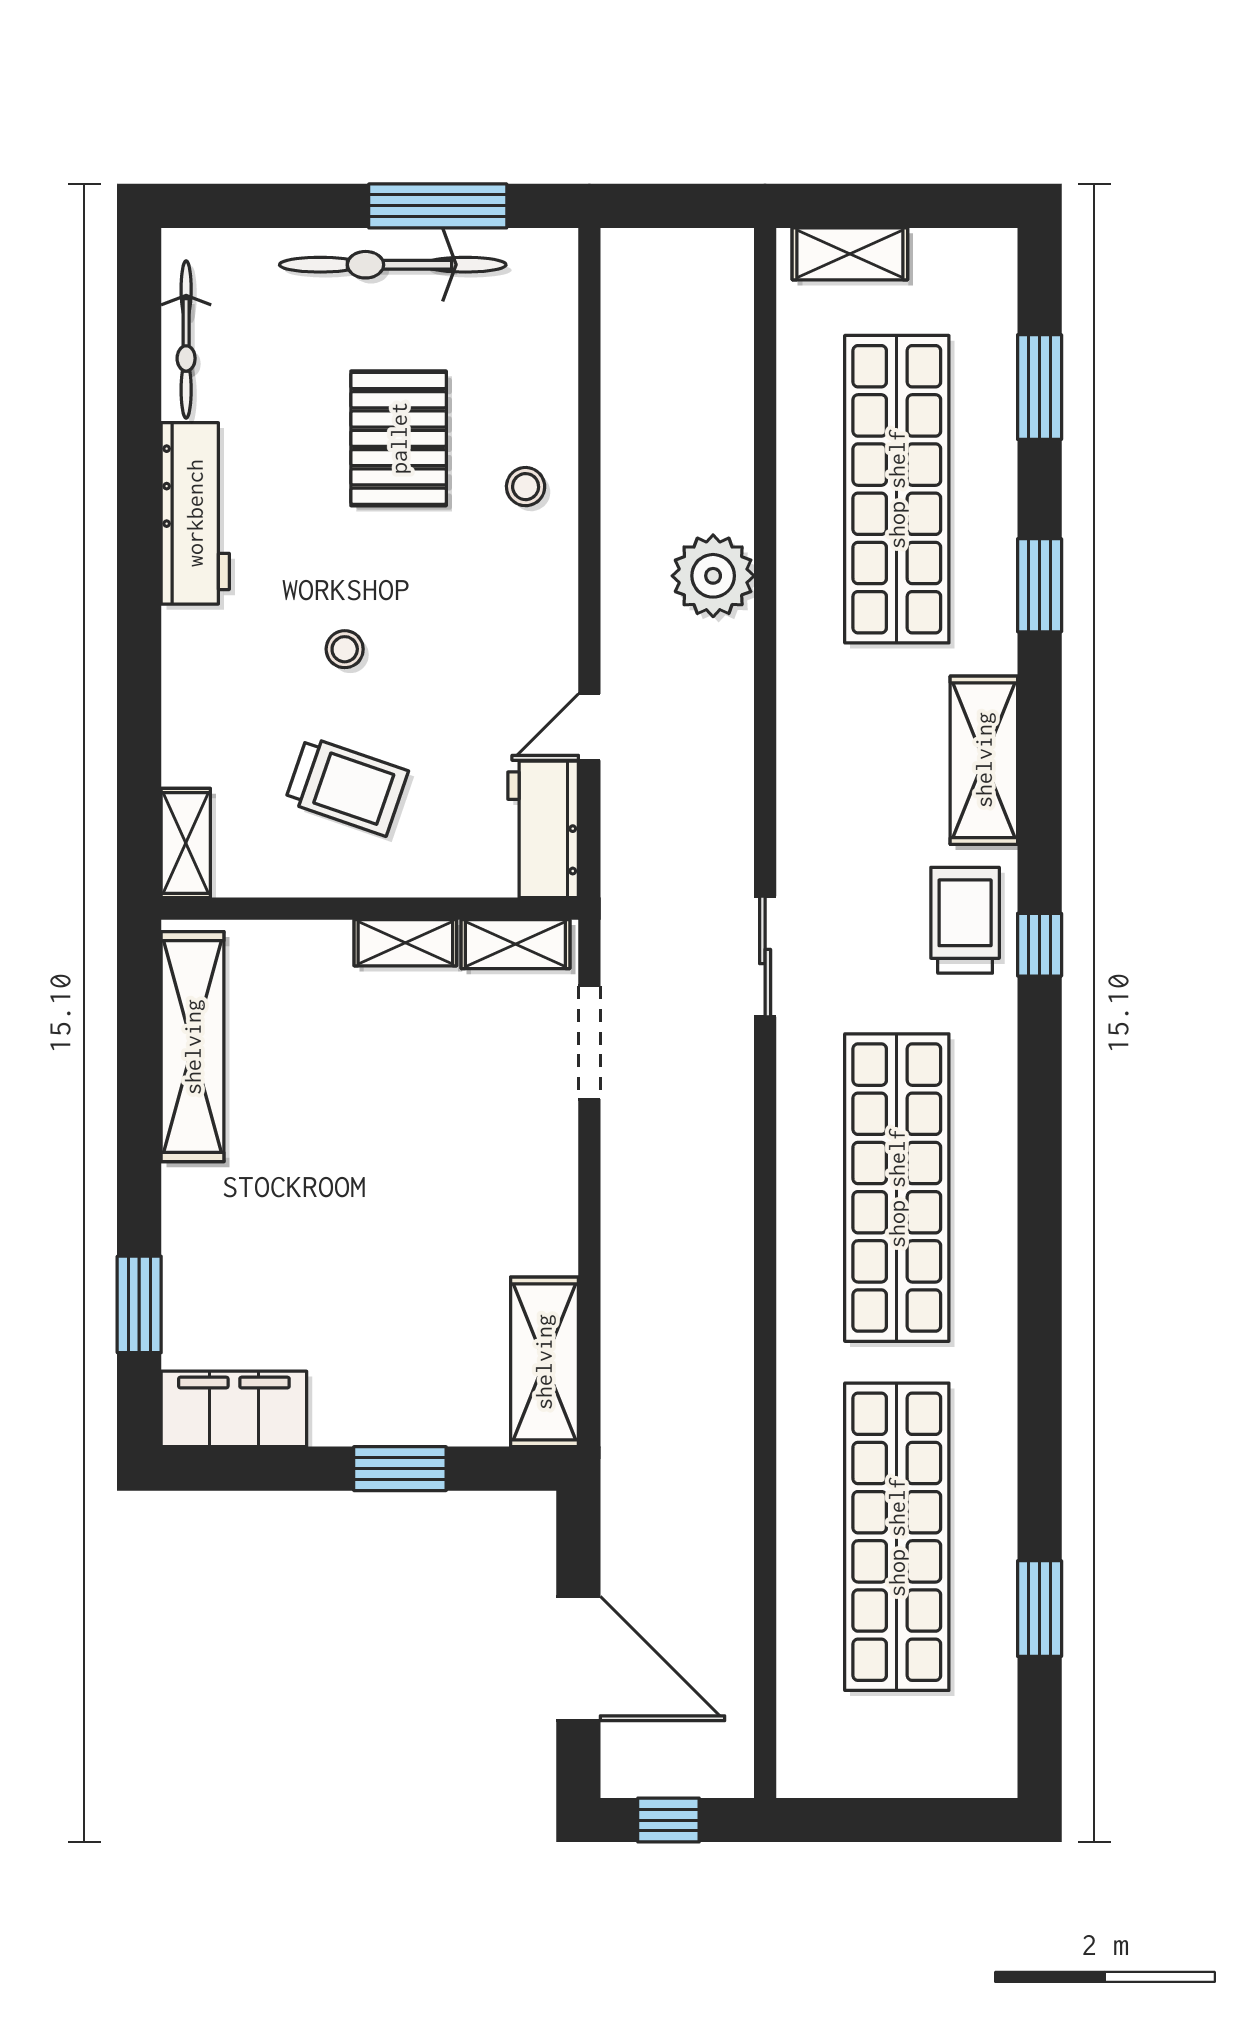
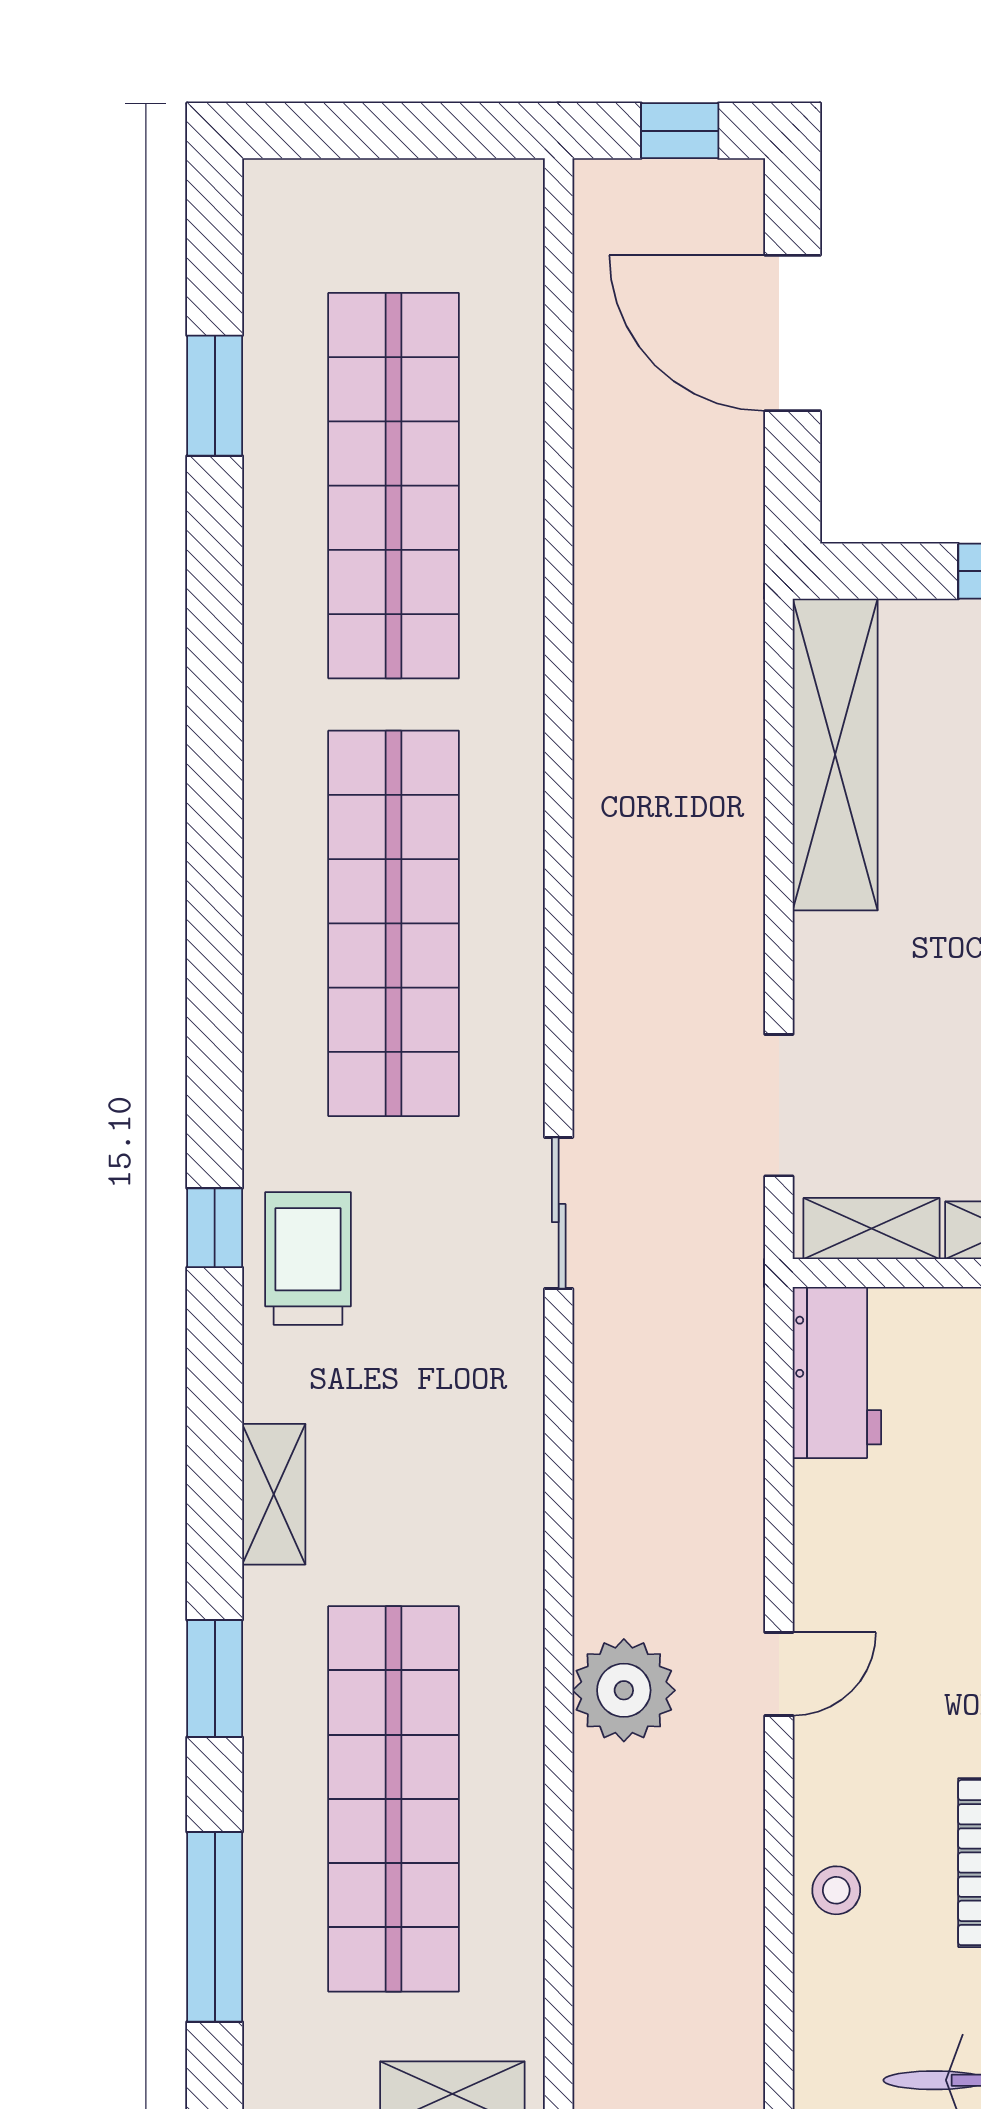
window: (1040, 387) -> (215, 1927), width x1.44
stool: (526, 487) -> (836, 1890), moved
door: (589, 727) -> (779, 1674), moved
shelving: (984, 760) -> (274, 1494), width x0.67, depth x0.75
trolley: (965, 920) -> (308, 1259), turned 180
shelving: (544, 1362) -> (835, 754), width x1.47

